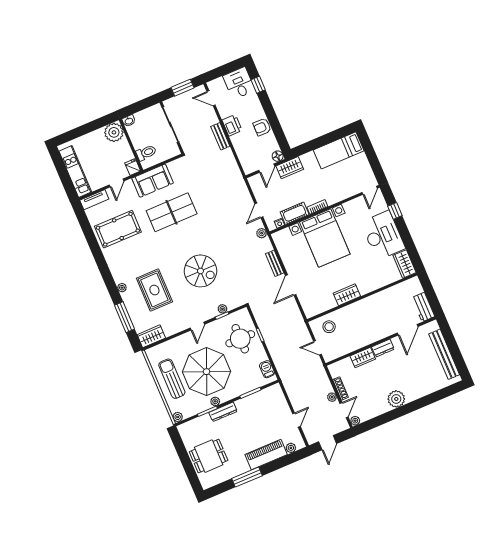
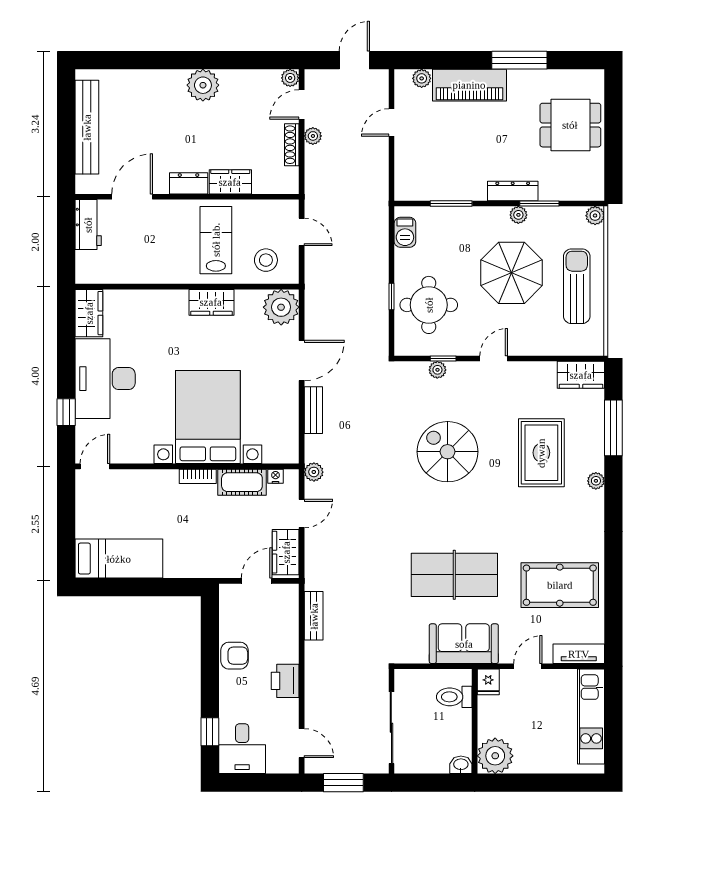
bench: (220, 136) -> (314, 616), moved
floor lamp: (278, 156) -> (229, 594), removed
wardrobe: (290, 168) -> (286, 552), moved, turned -90
plant: (312, 307) -> (281, 307), added
lab bench: (358, 326) -> (216, 240), added
parasol: (207, 372) -> (511, 273), width x0.73, depth x0.73
sun lounger: (172, 379) -> (577, 286), turned 180

